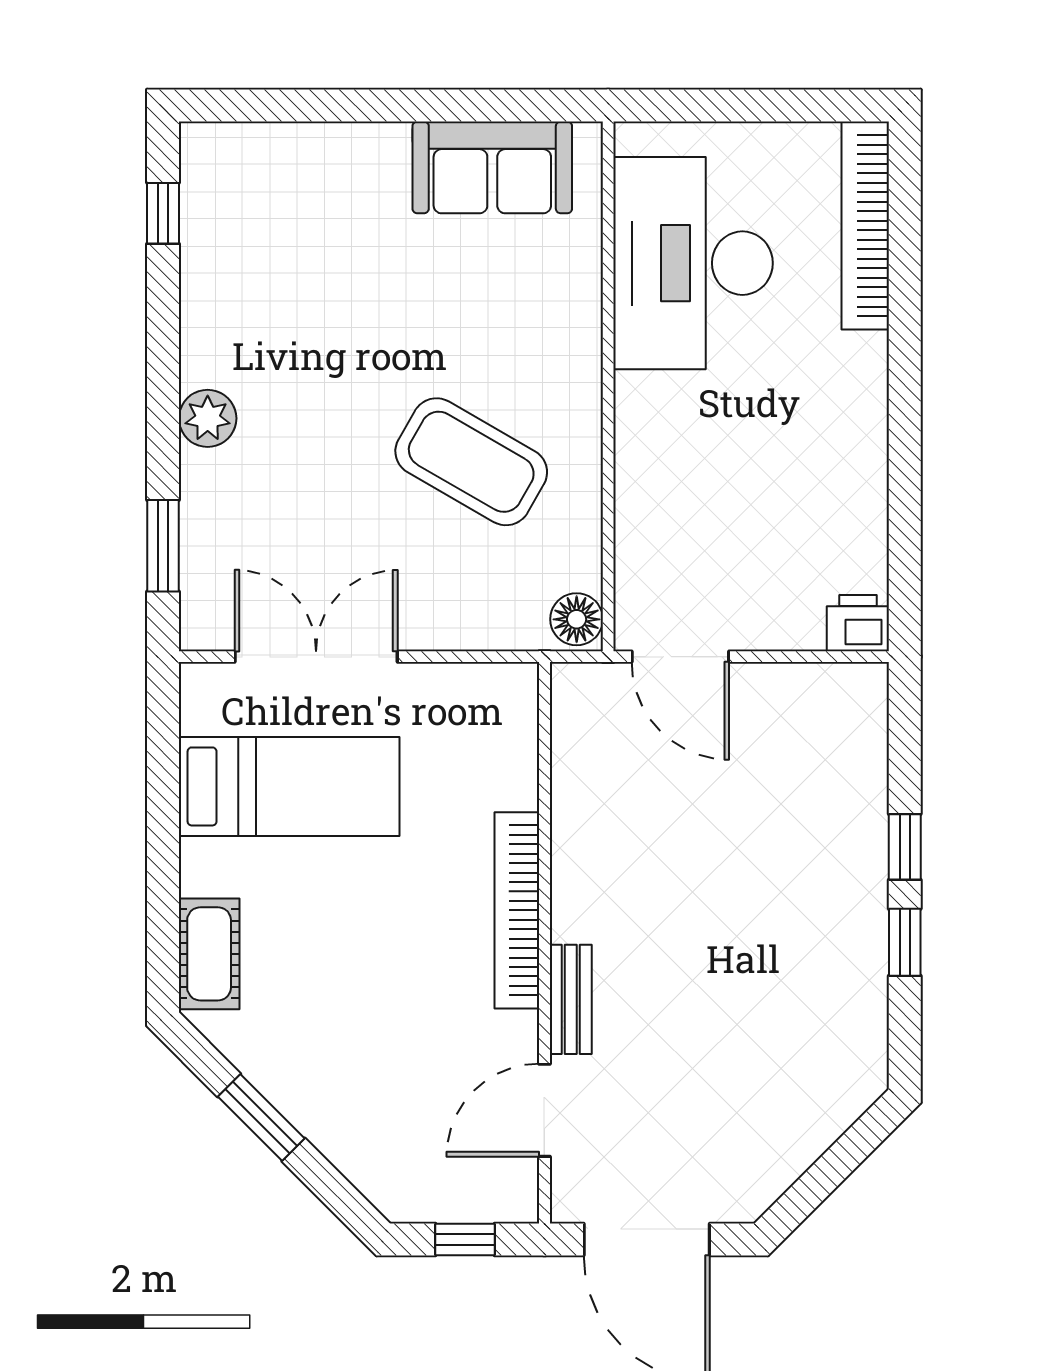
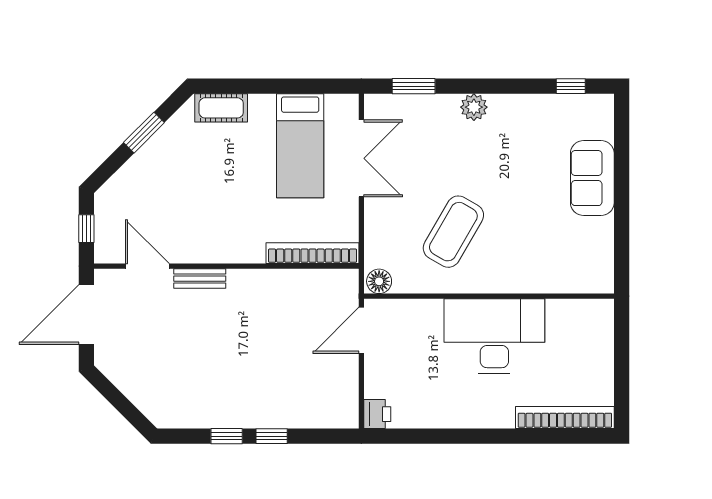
sofa: (492, 167) -> (592, 178), moved
desk: (693, 263) -> (494, 336), moved
bookcase: (517, 910) -> (313, 253), moved

